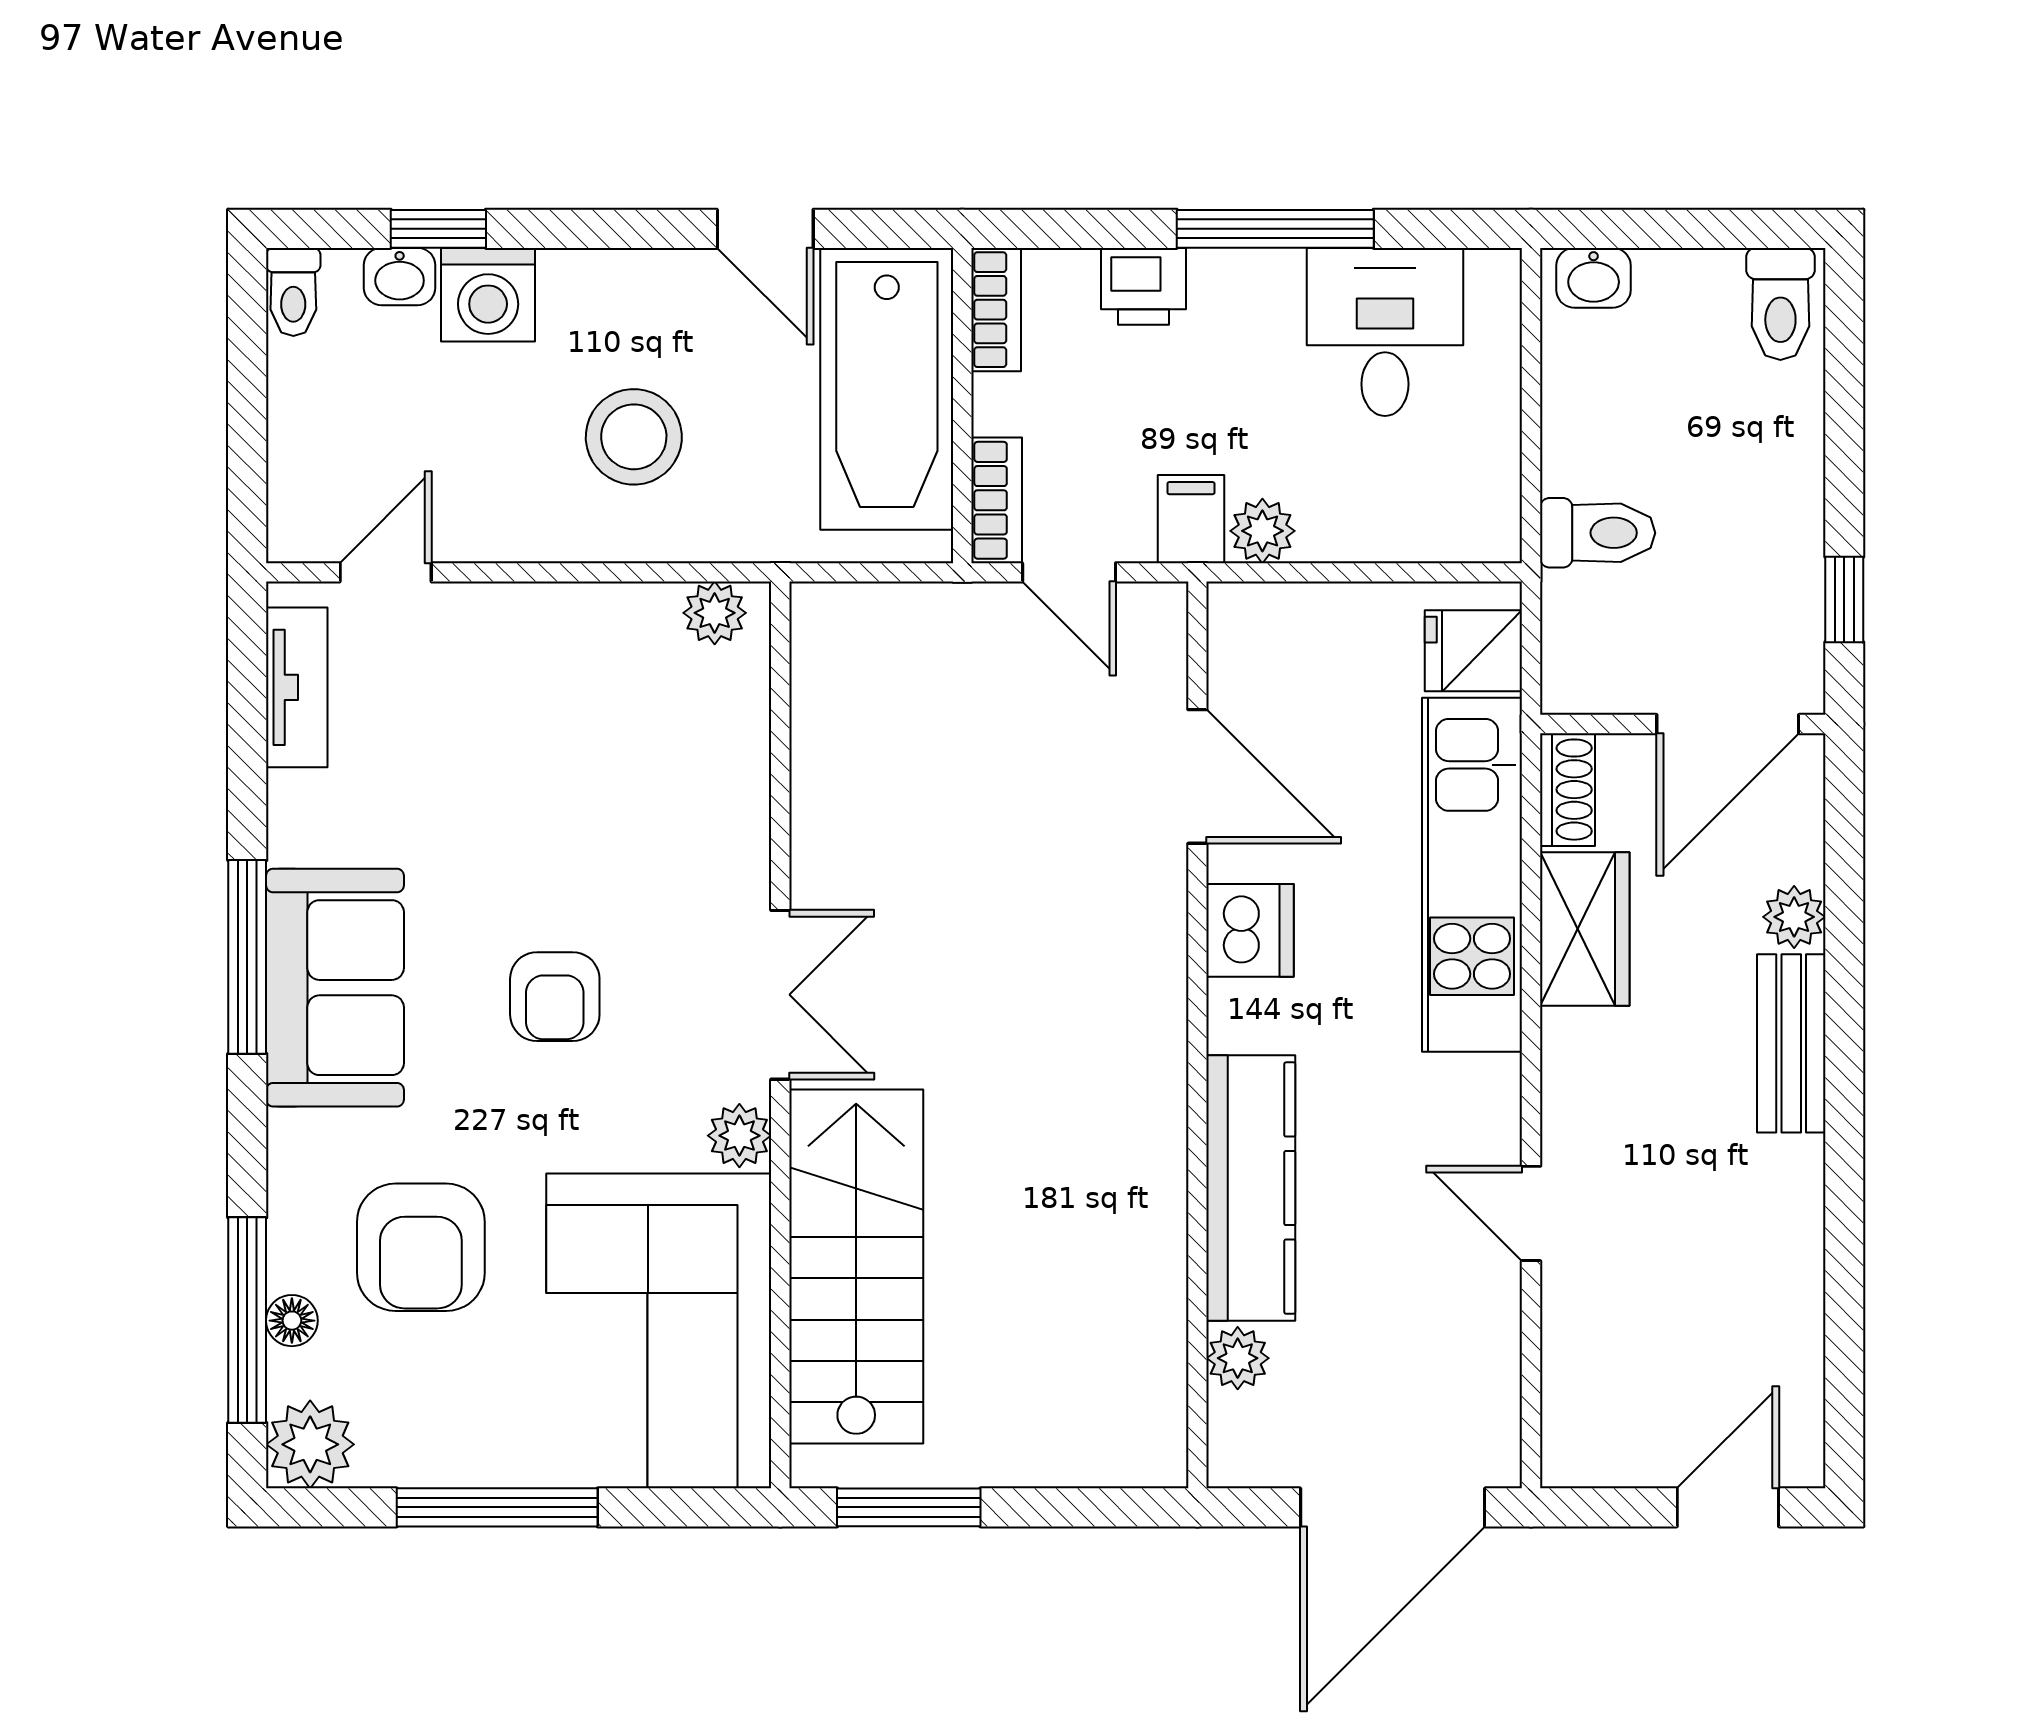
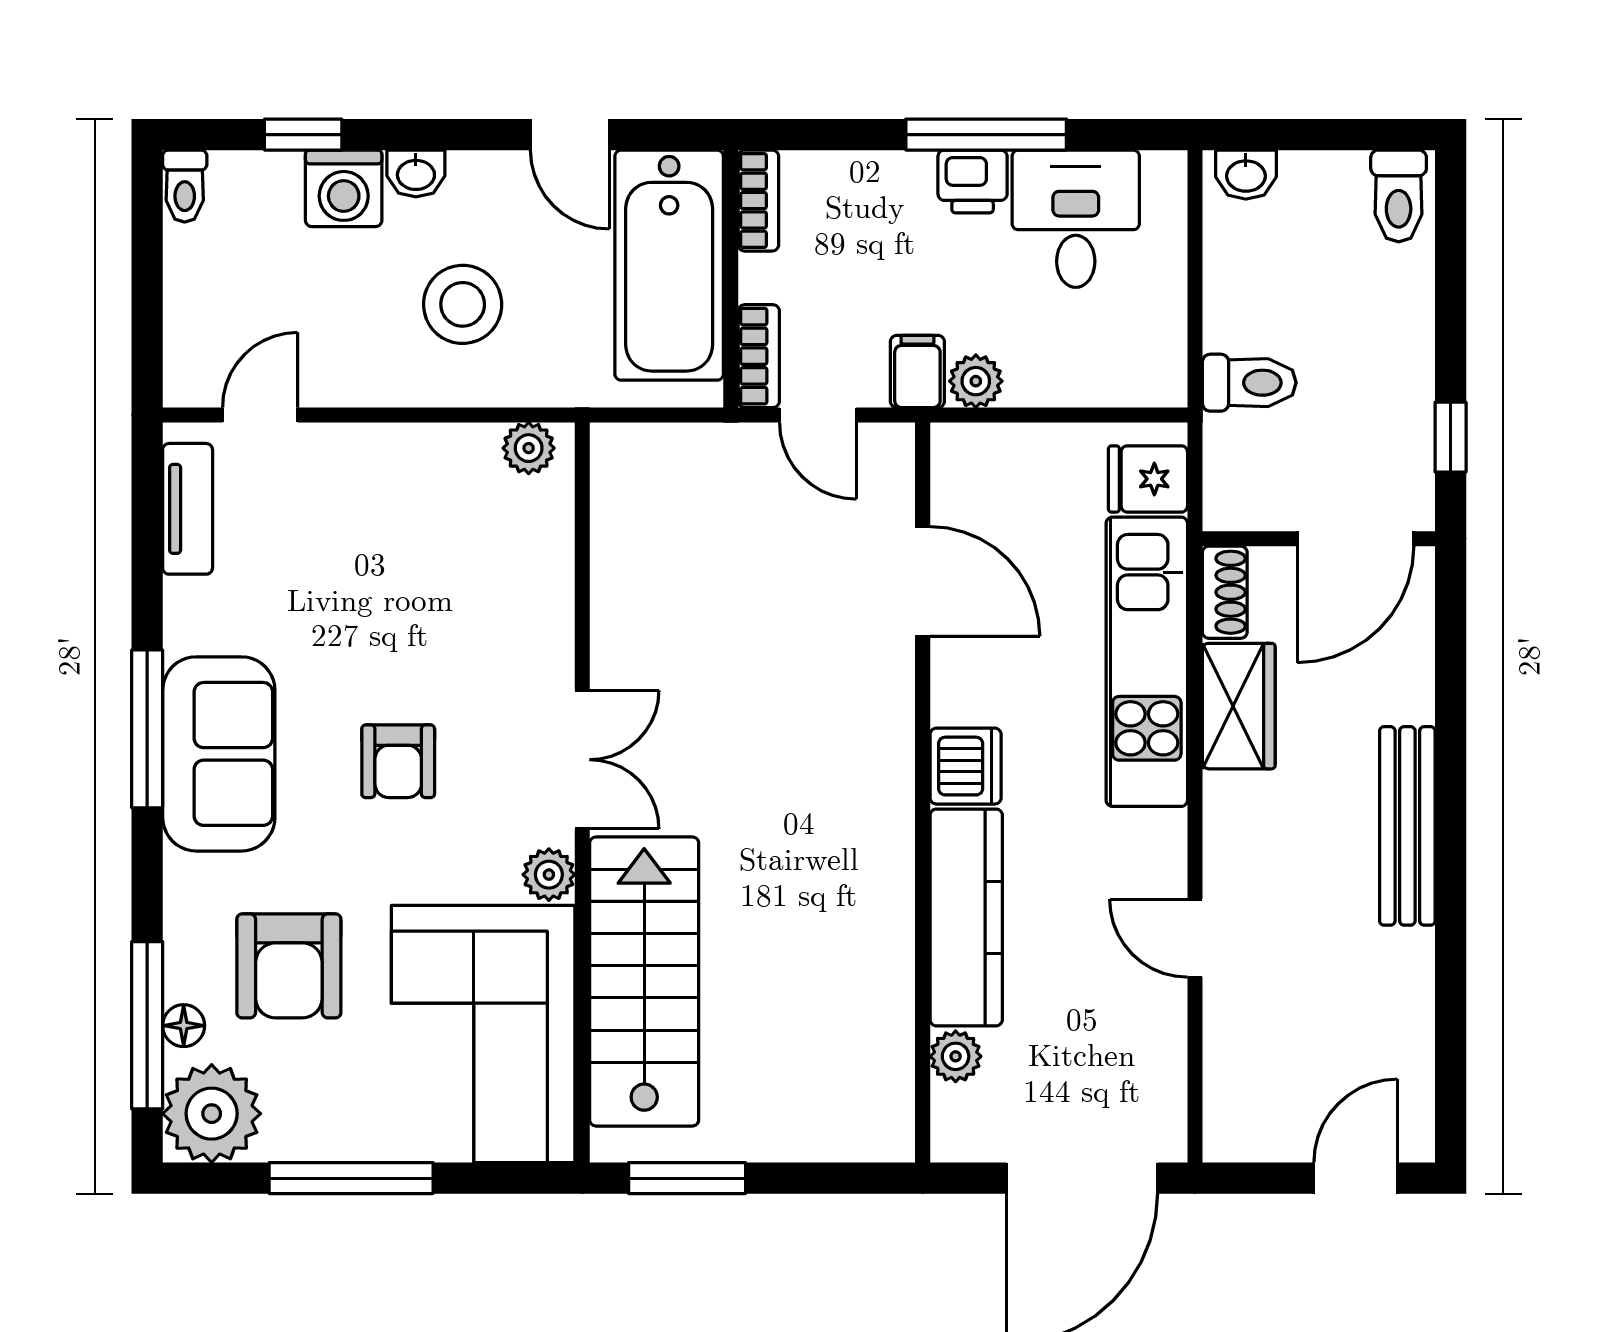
washbasin: (400, 277) -> (416, 174), moved
printer: (1144, 286) -> (973, 181), moved
plant: (1794, 917) -> (1410, 696), removed
dishwasher: (1250, 930) -> (966, 766), moved
bench: (1791, 1043) -> (1407, 826), width x1.36
plant: (310, 1444) -> (212, 1114), width x1.36, depth x1.36

